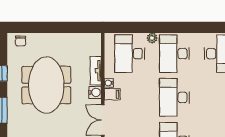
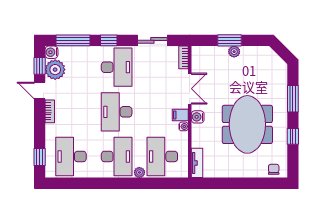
desk: (130, 54) -> (162, 156), turned 180
tv unit: (96, 71) -> (197, 163), moved
desk: (174, 97) -> (117, 112), turned 180

